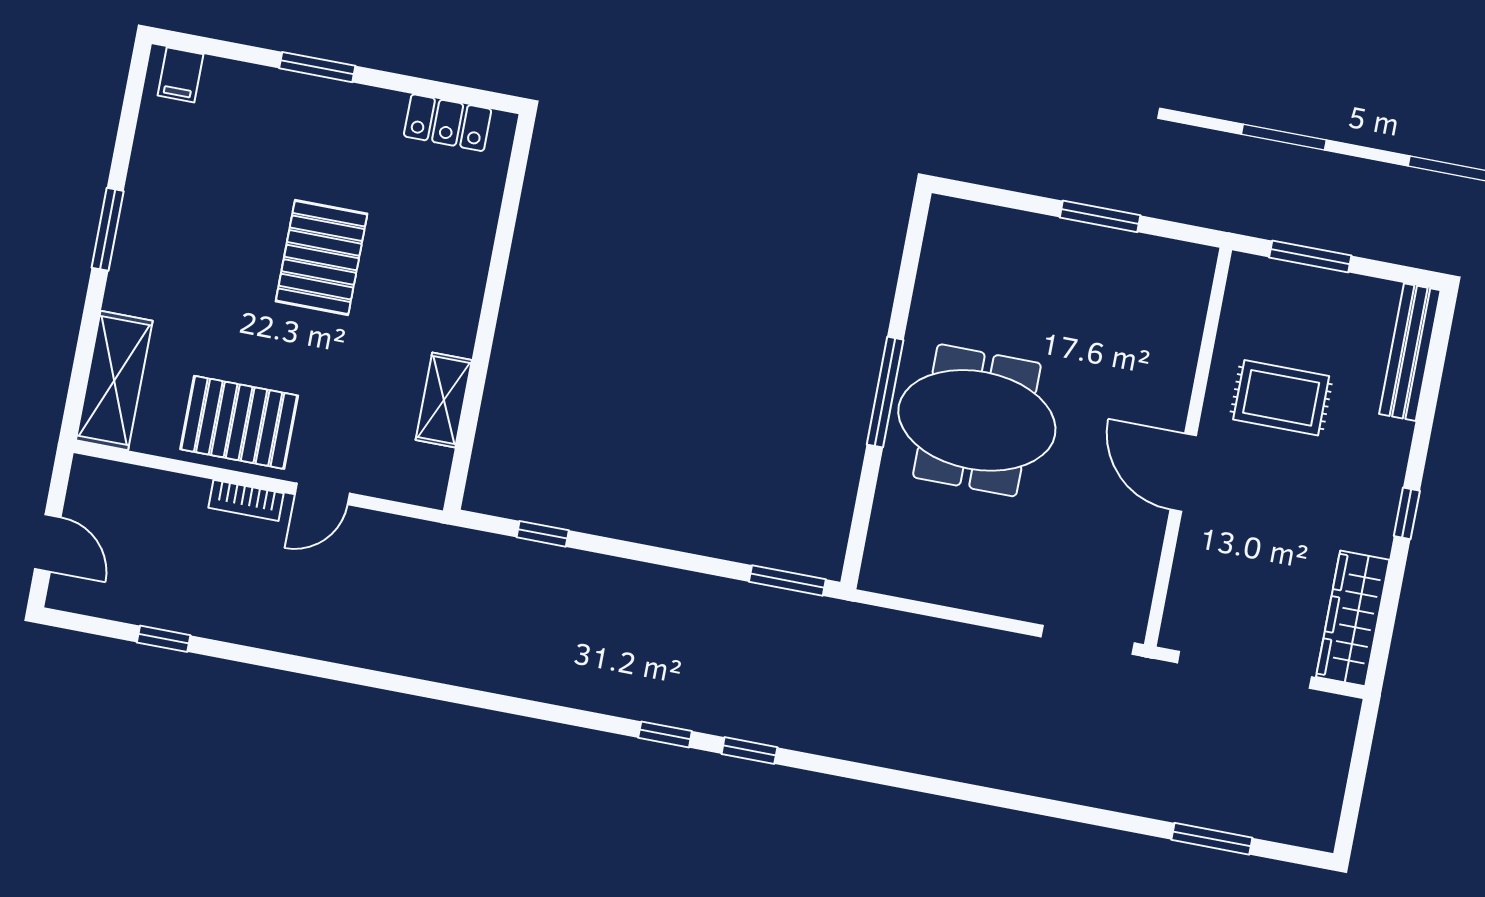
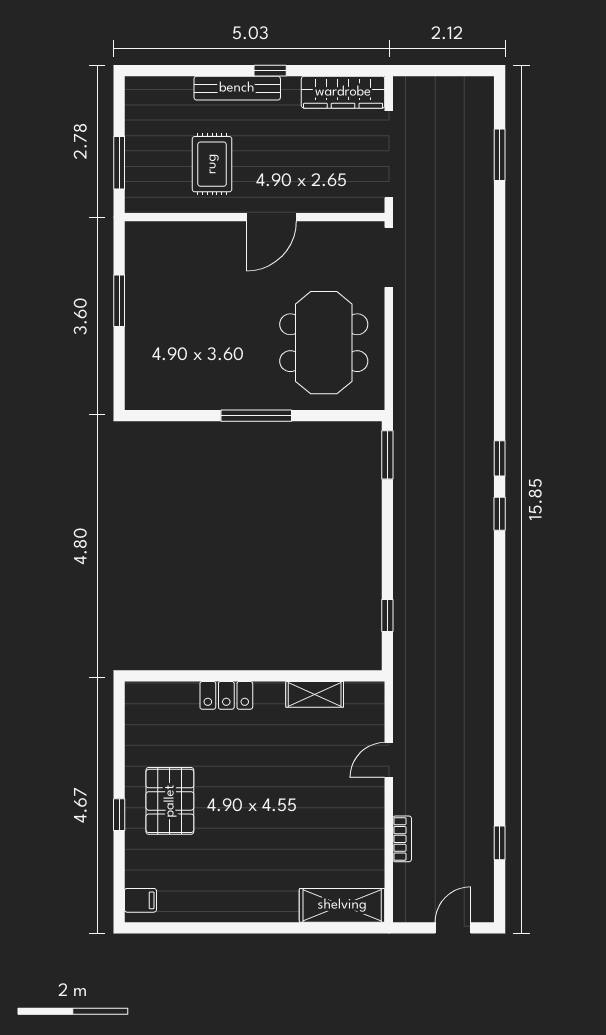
window: (317, 67) -> (119, 815), width x0.67
locker: (448, 123) -> (226, 695), moved, turned 90
window: (108, 229) -> (247, 928), removed
pallet: (322, 257) -> (170, 801), moved, turned 90
bench: (1410, 352) -> (237, 88), moved
meeting table: (977, 420) -> (324, 343), moved
pallet: (239, 422) -> (354, 821), removed
door: (322, 494) -> (389, 760), swing flipped
bookcase: (246, 500) -> (402, 839), moved

